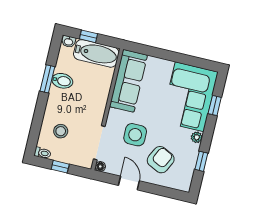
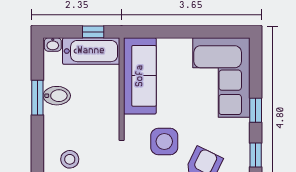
window: (88, 36) -> (93, 32), moved
window: (215, 106) -> (256, 110), moved
plant: (197, 137) -> (242, 126), removed

